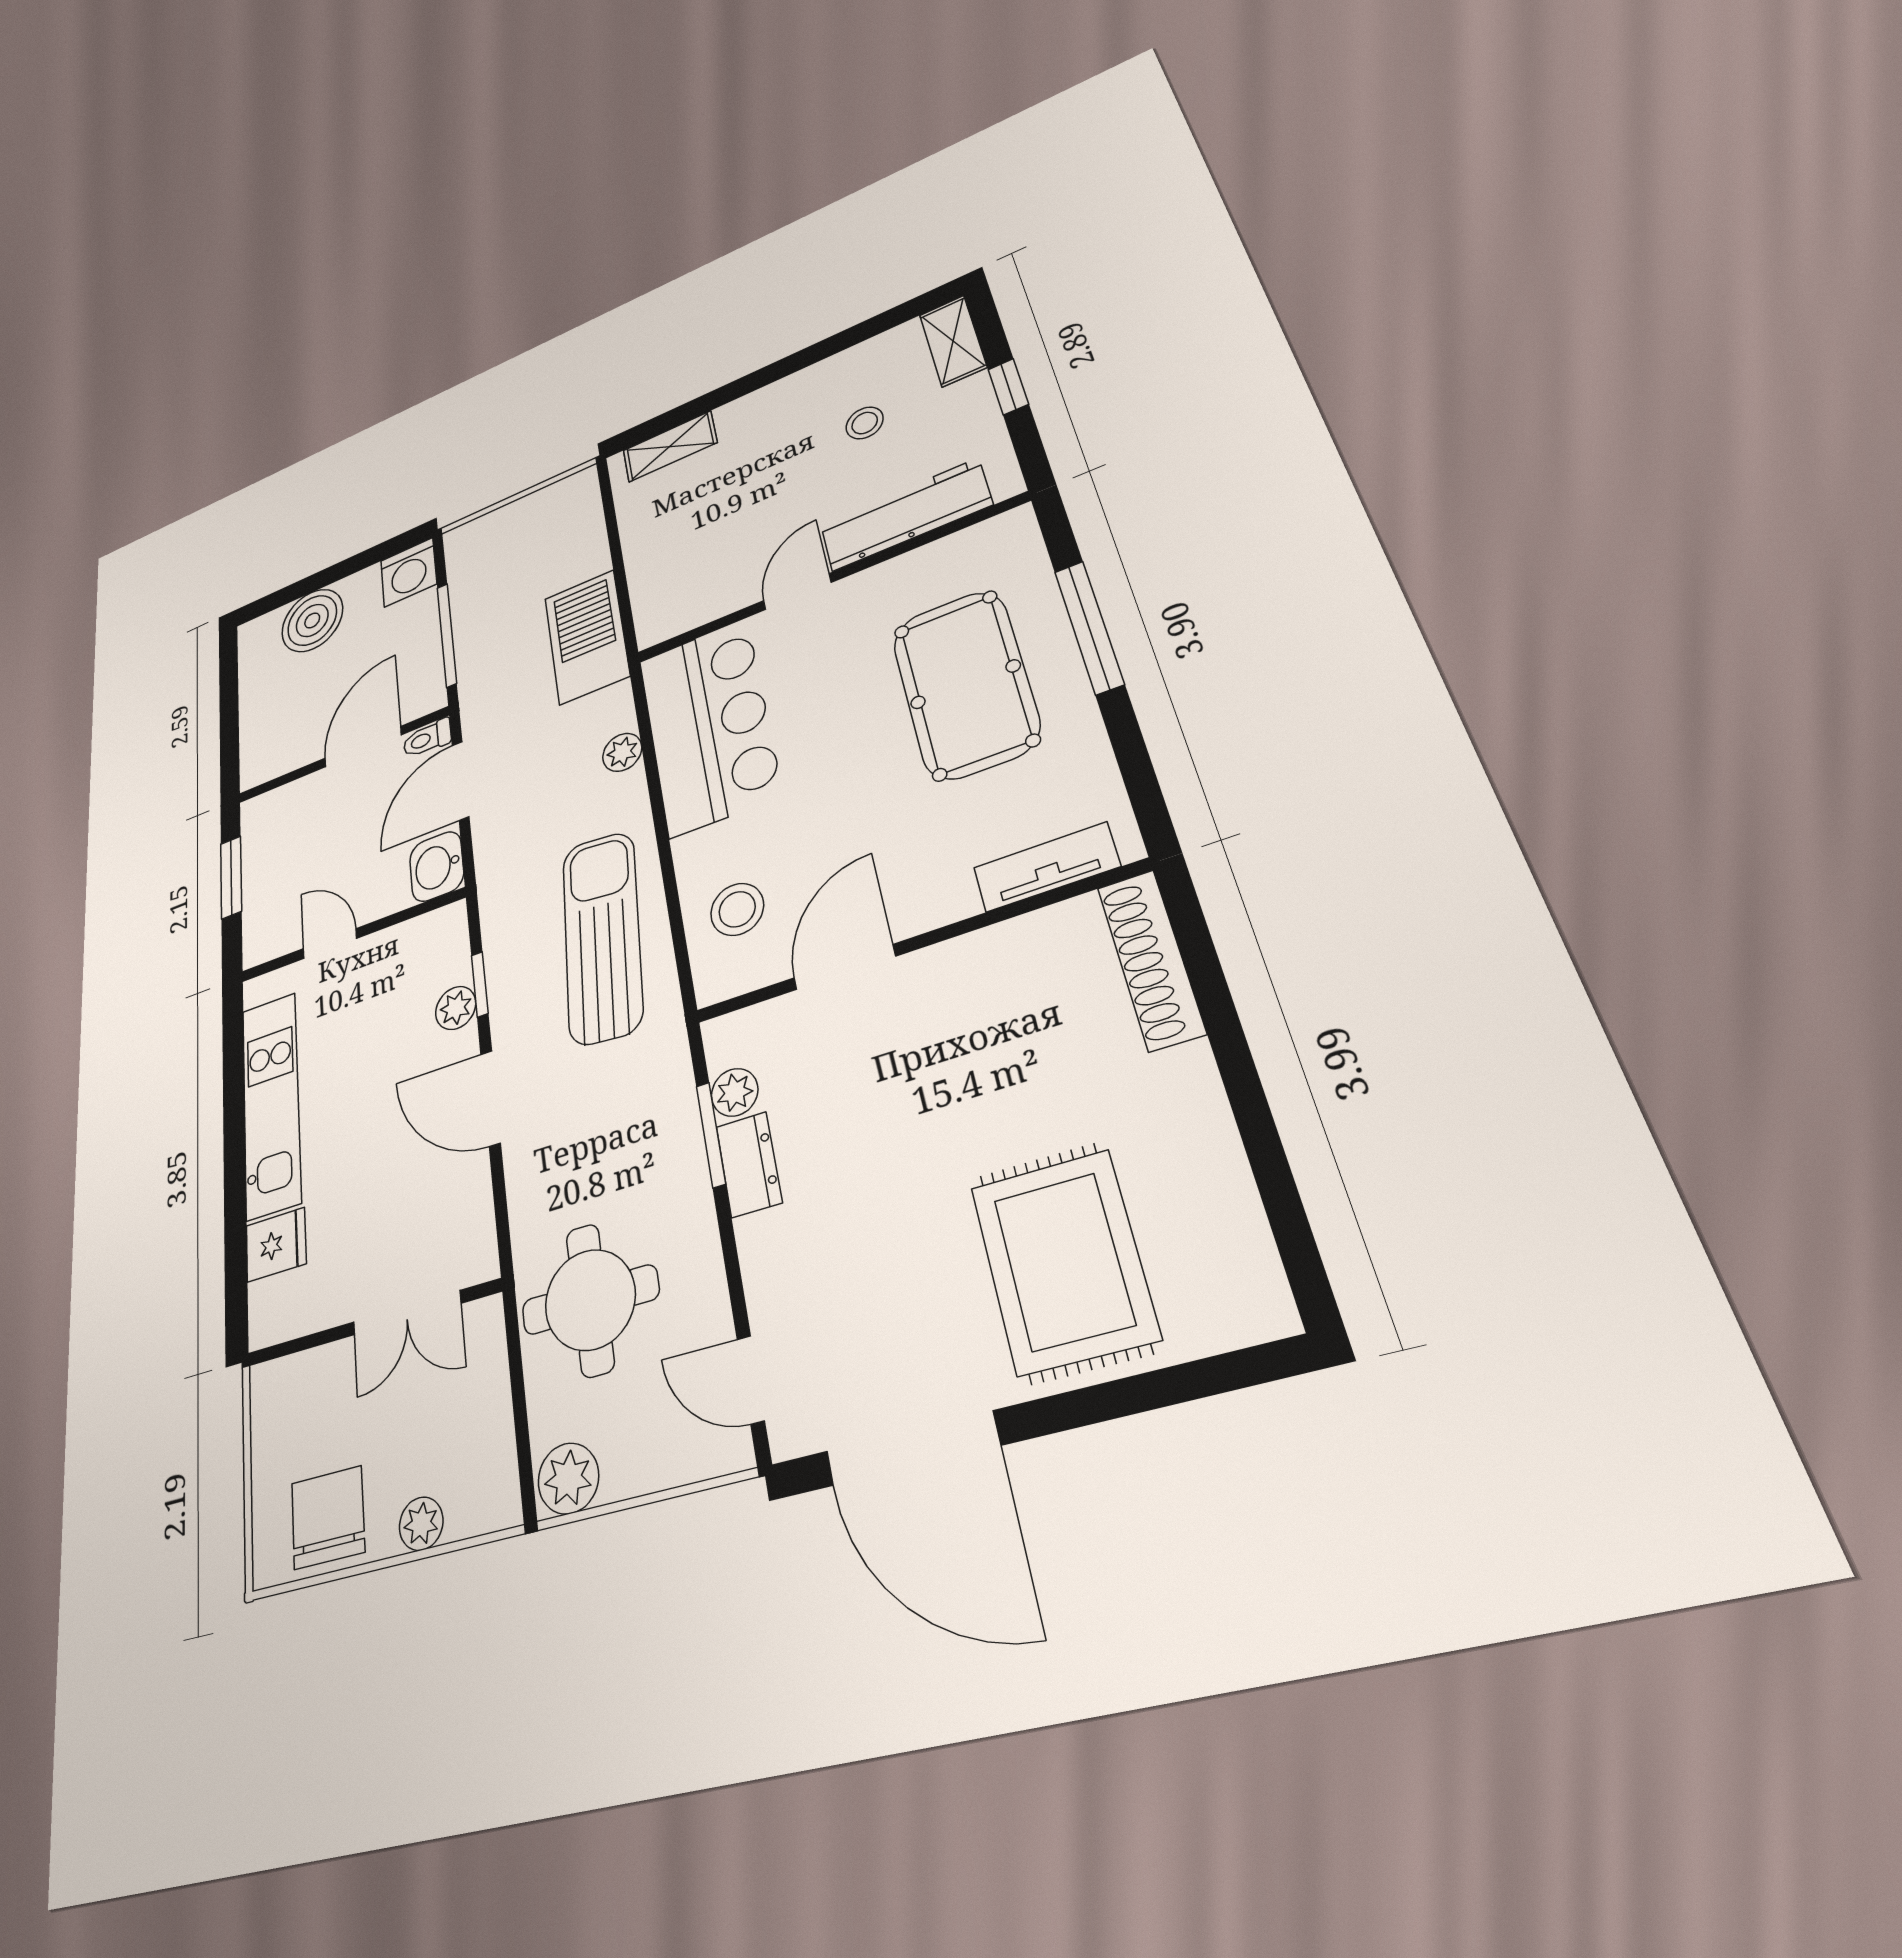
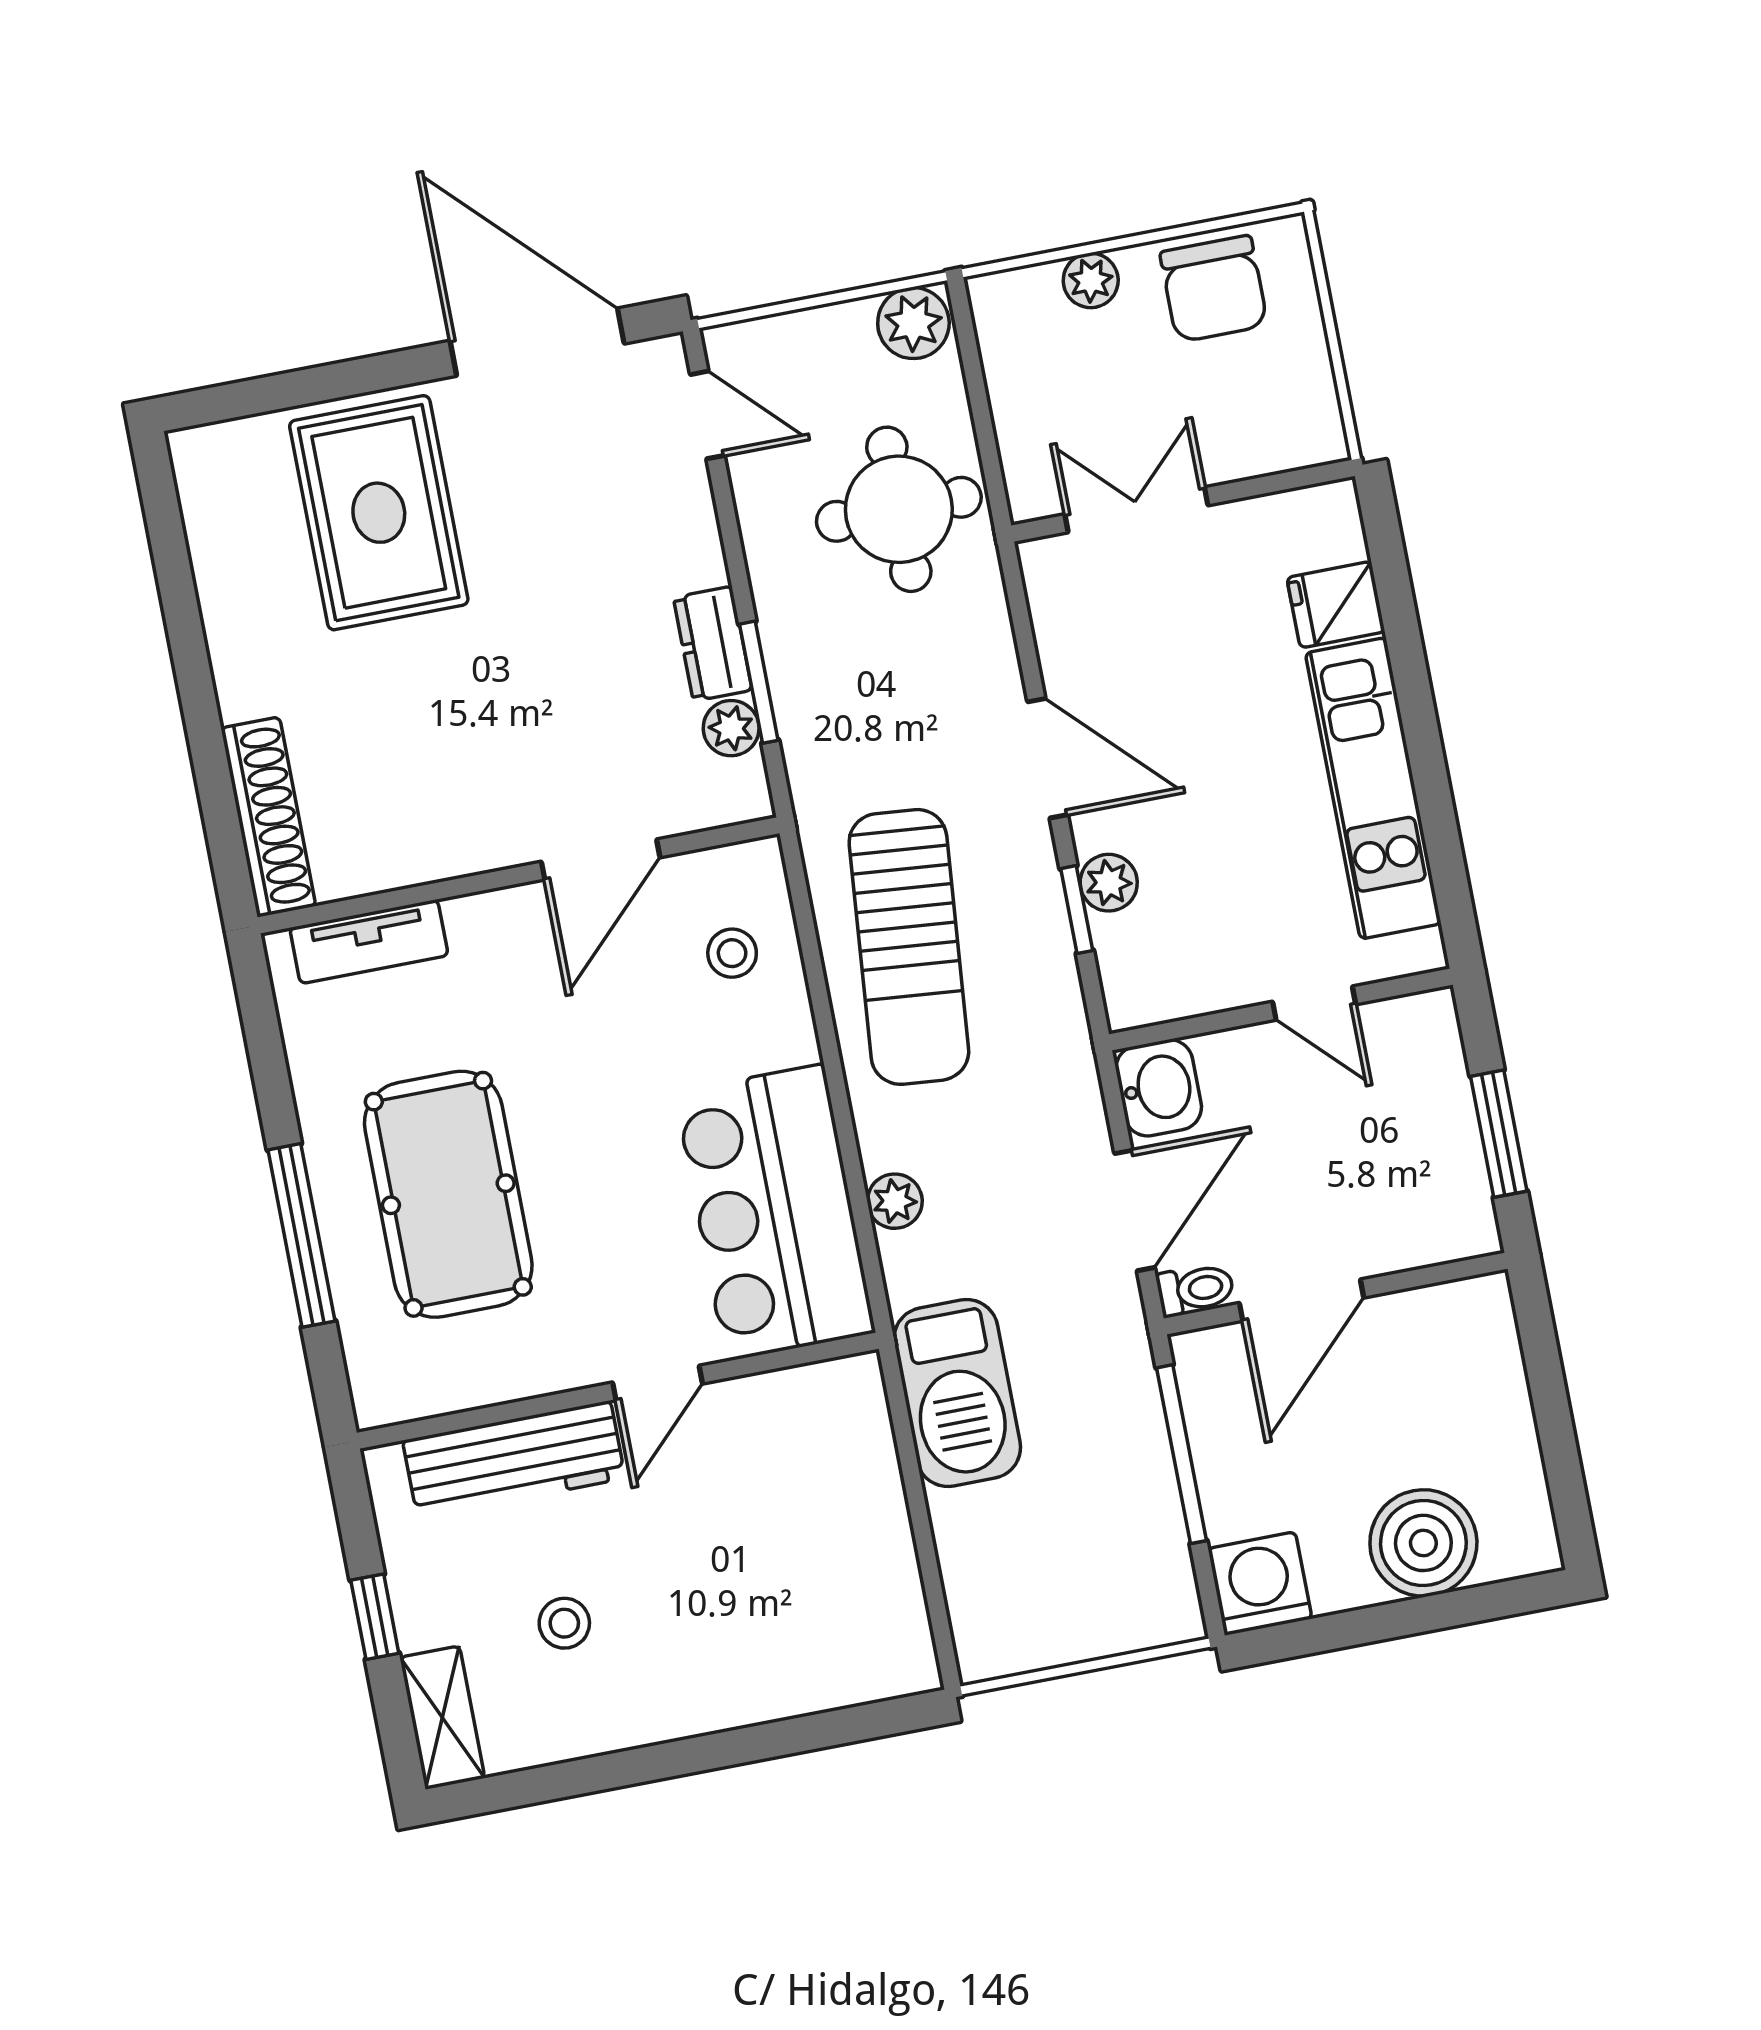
shelving: (670, 446) -> (846, 1678), removed
stool: (737, 909) -> (732, 953), width x0.73, depth x0.73

